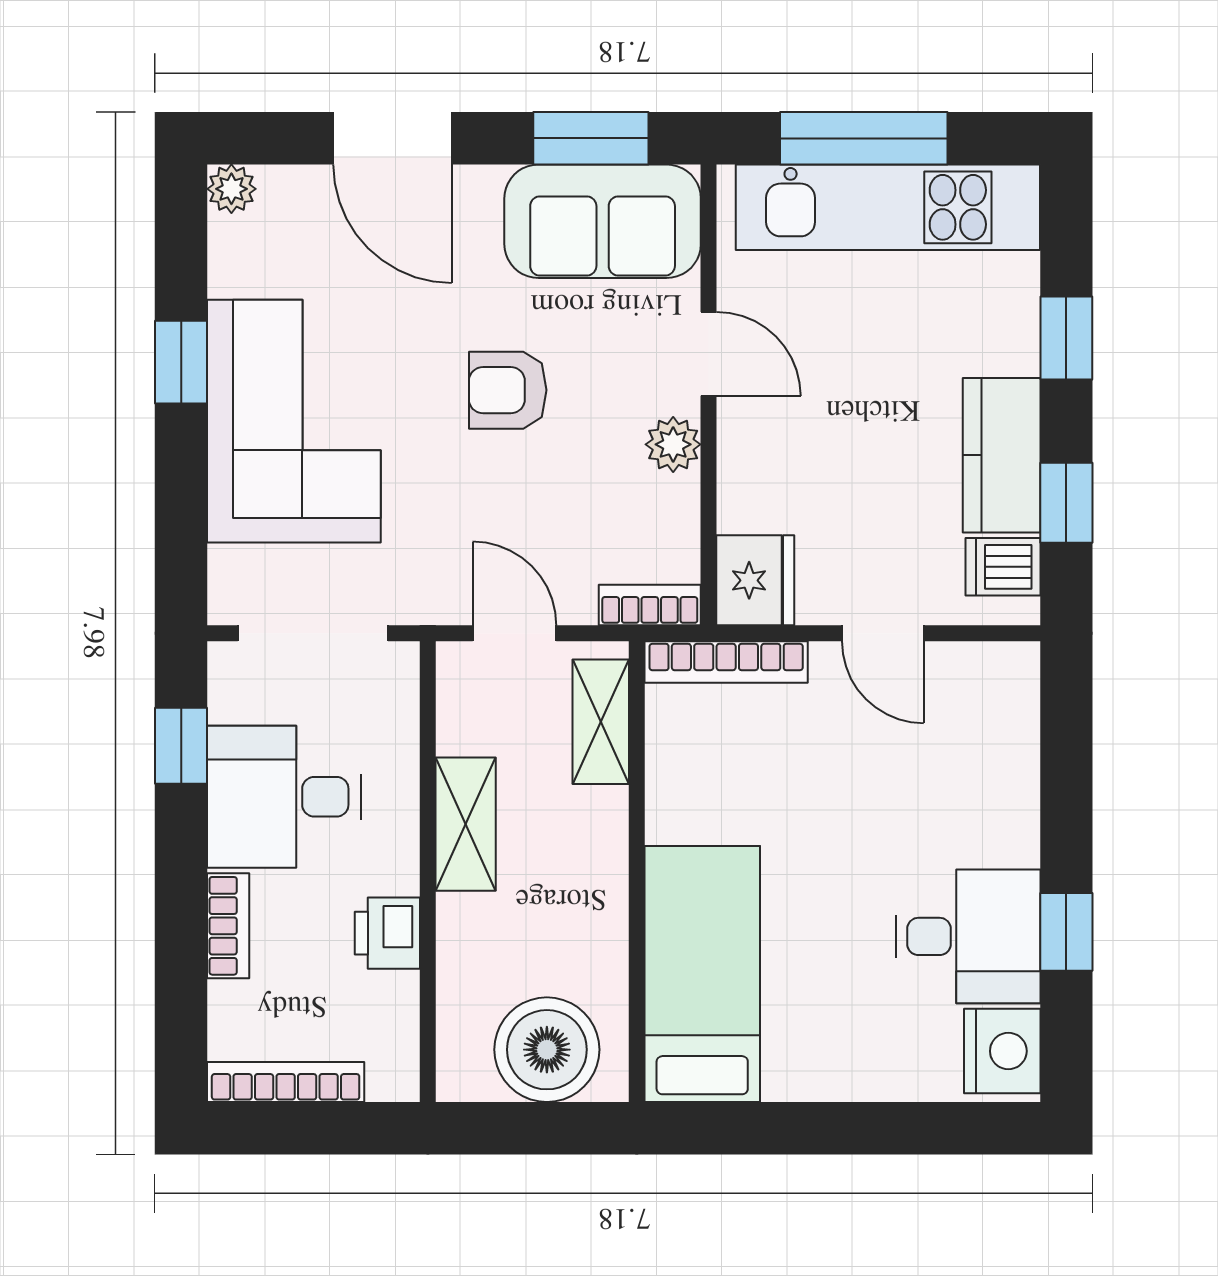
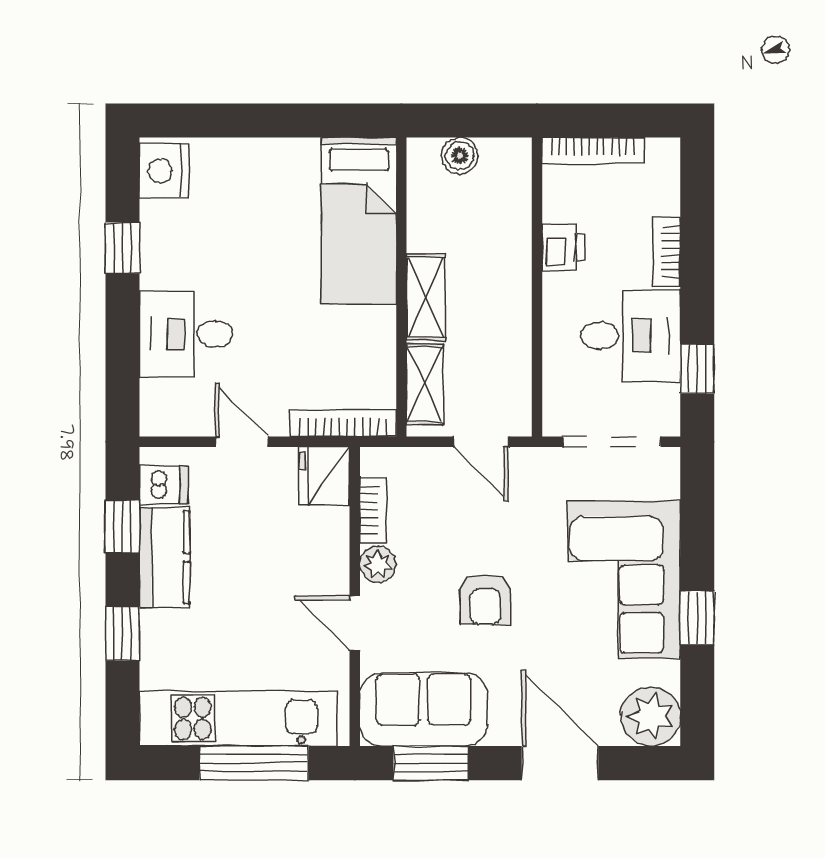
plant: (231, 189) -> (651, 716), width x1.87, depth x1.87
armchair: (508, 390) -> (485, 600), turned 90
bookcase: (650, 605) -> (373, 510), moved, turned -90
shelving: (466, 824) -> (426, 297), moved
desk: (968, 936) -> (186, 334), moved
boiler: (547, 1050) -> (460, 156), width x0.54, depth x0.54
bookcase: (286, 1082) -> (593, 151), moved

